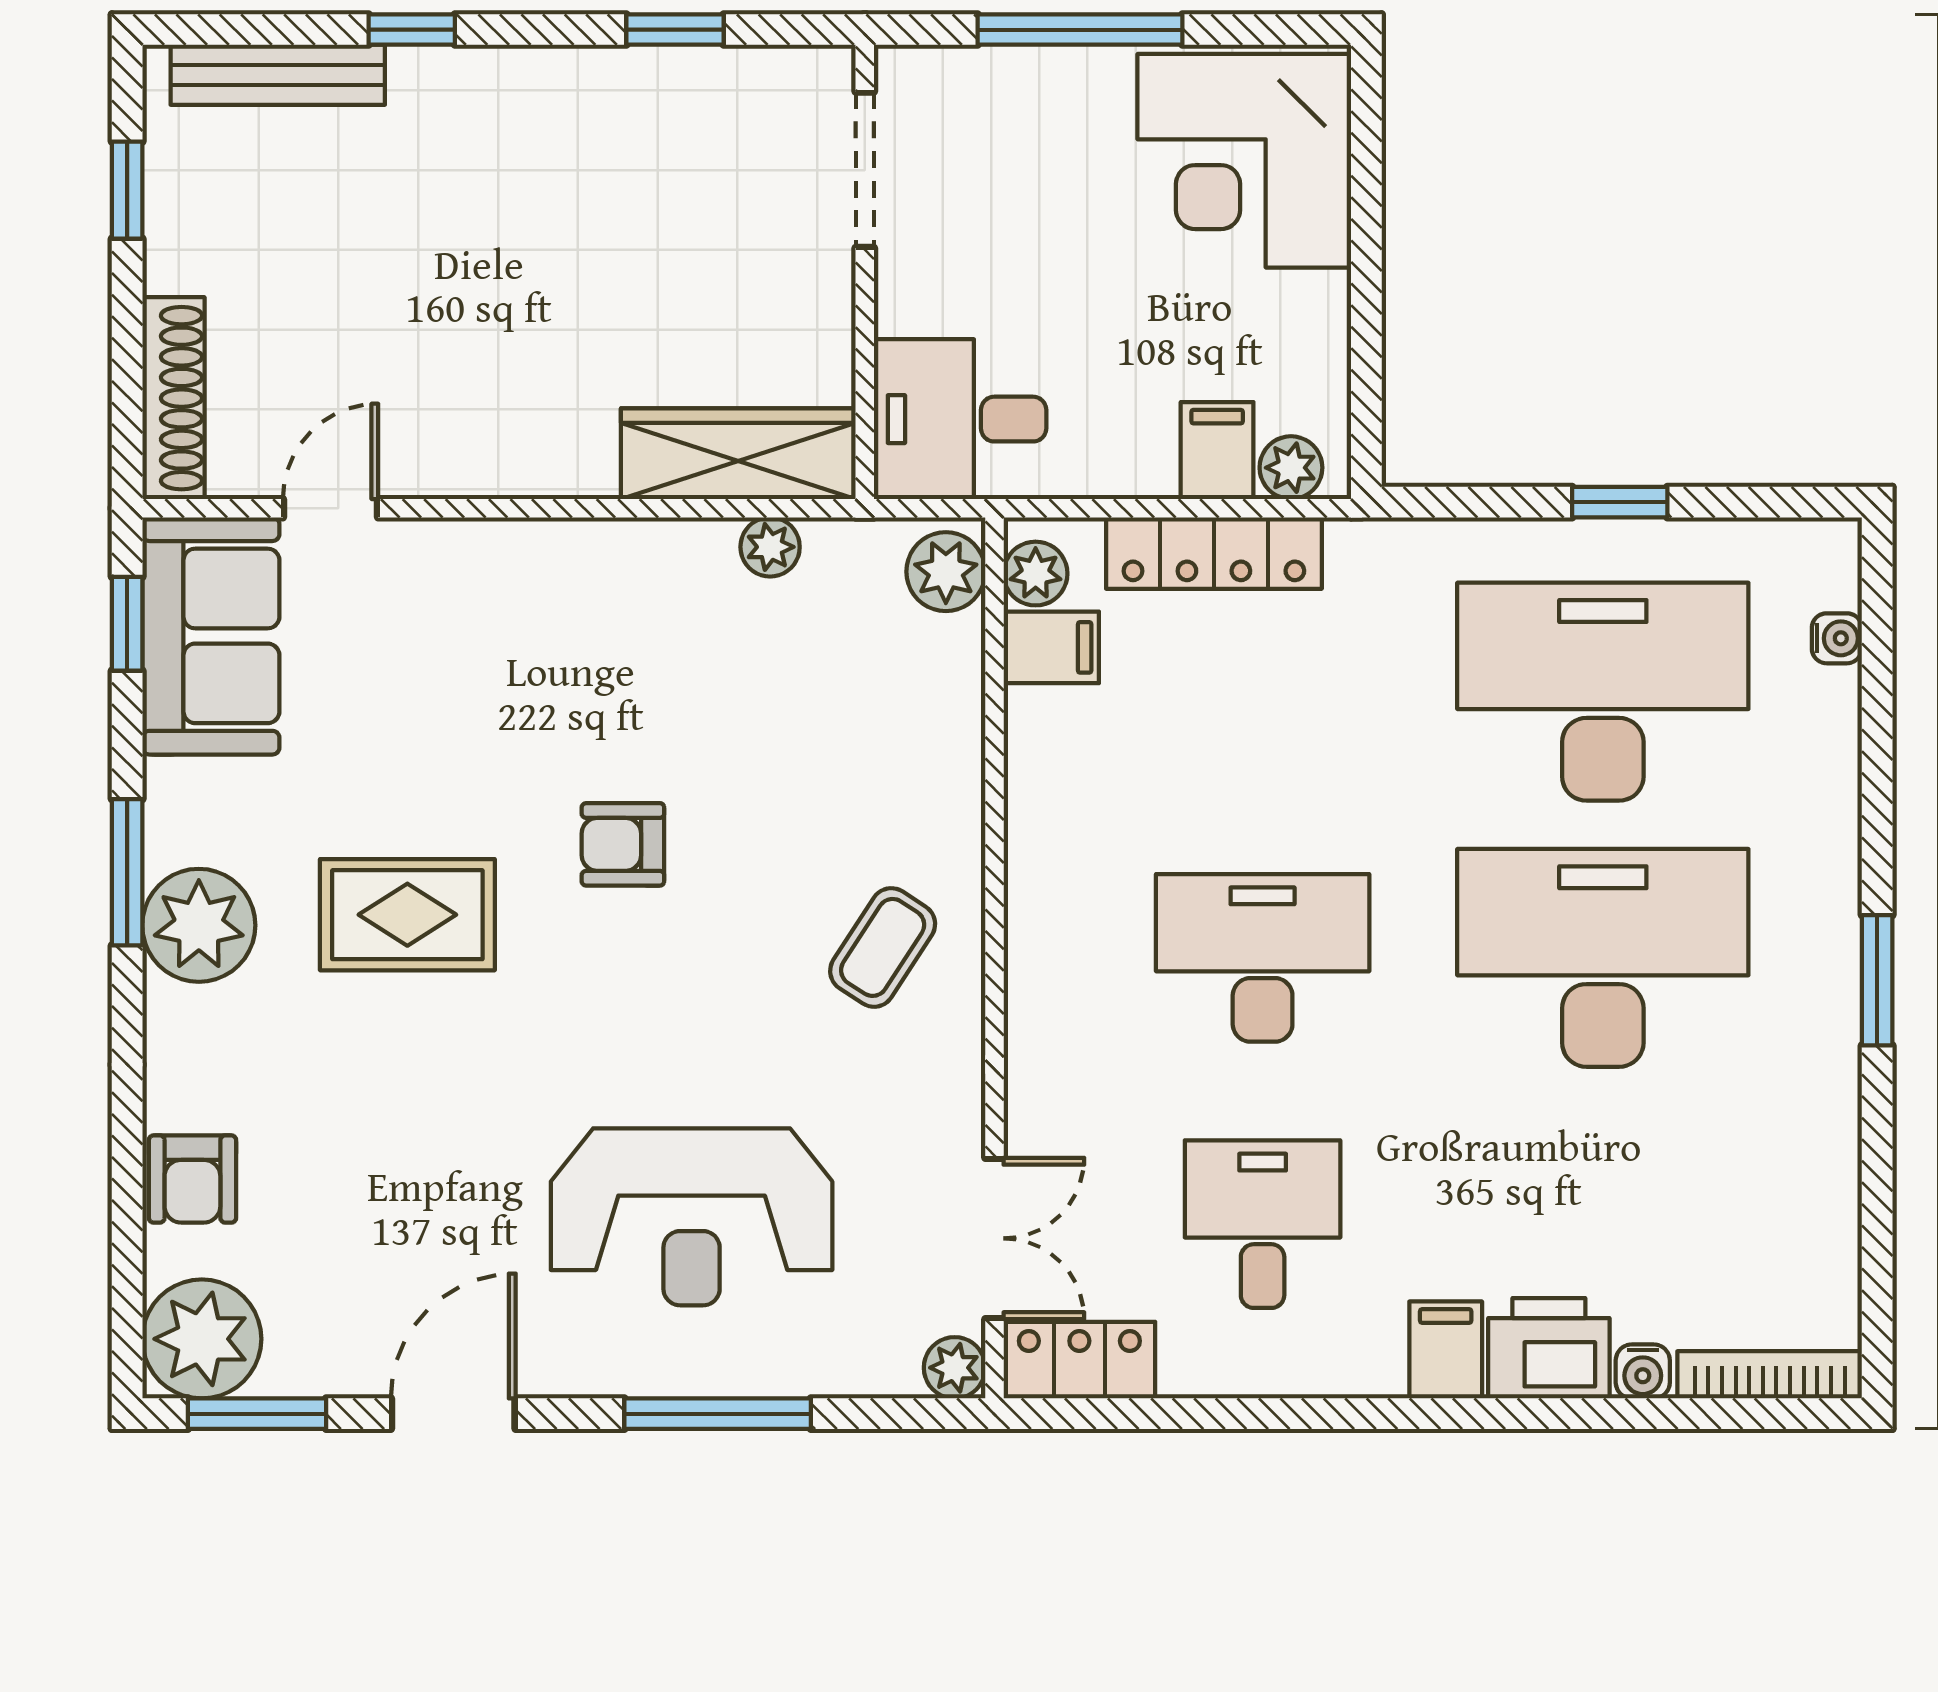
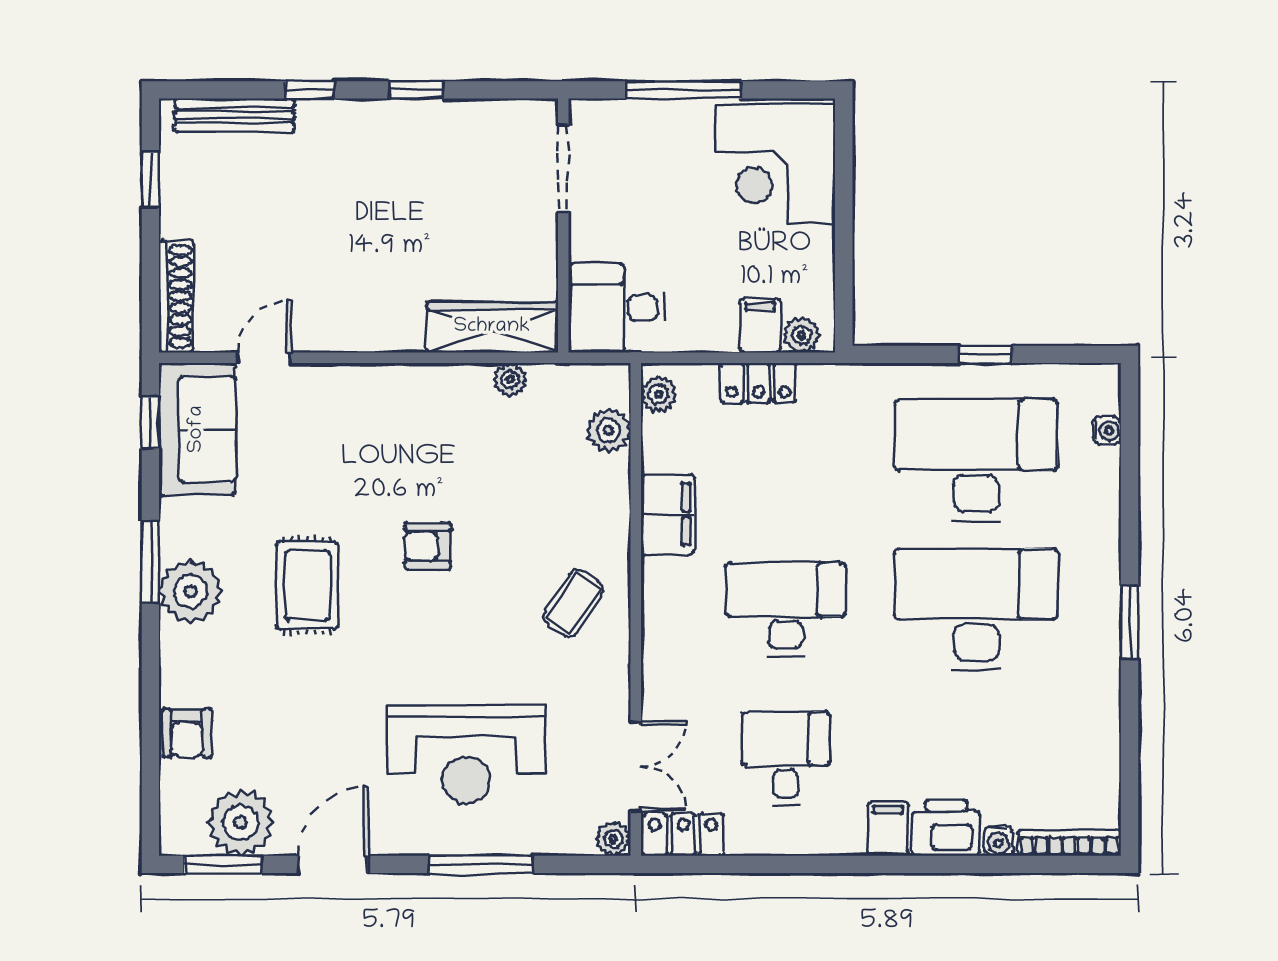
window: (675, 30) -> (416, 90), moved
locker: (1214, 553) -> (758, 383), width x0.66
plant: (946, 572) -> (608, 430), moved
filing cabinet: (1051, 647) -> (667, 514), moved, width x2.00
rug: (407, 915) -> (307, 585), turned 90
plant: (202, 1339) -> (241, 823), moved

